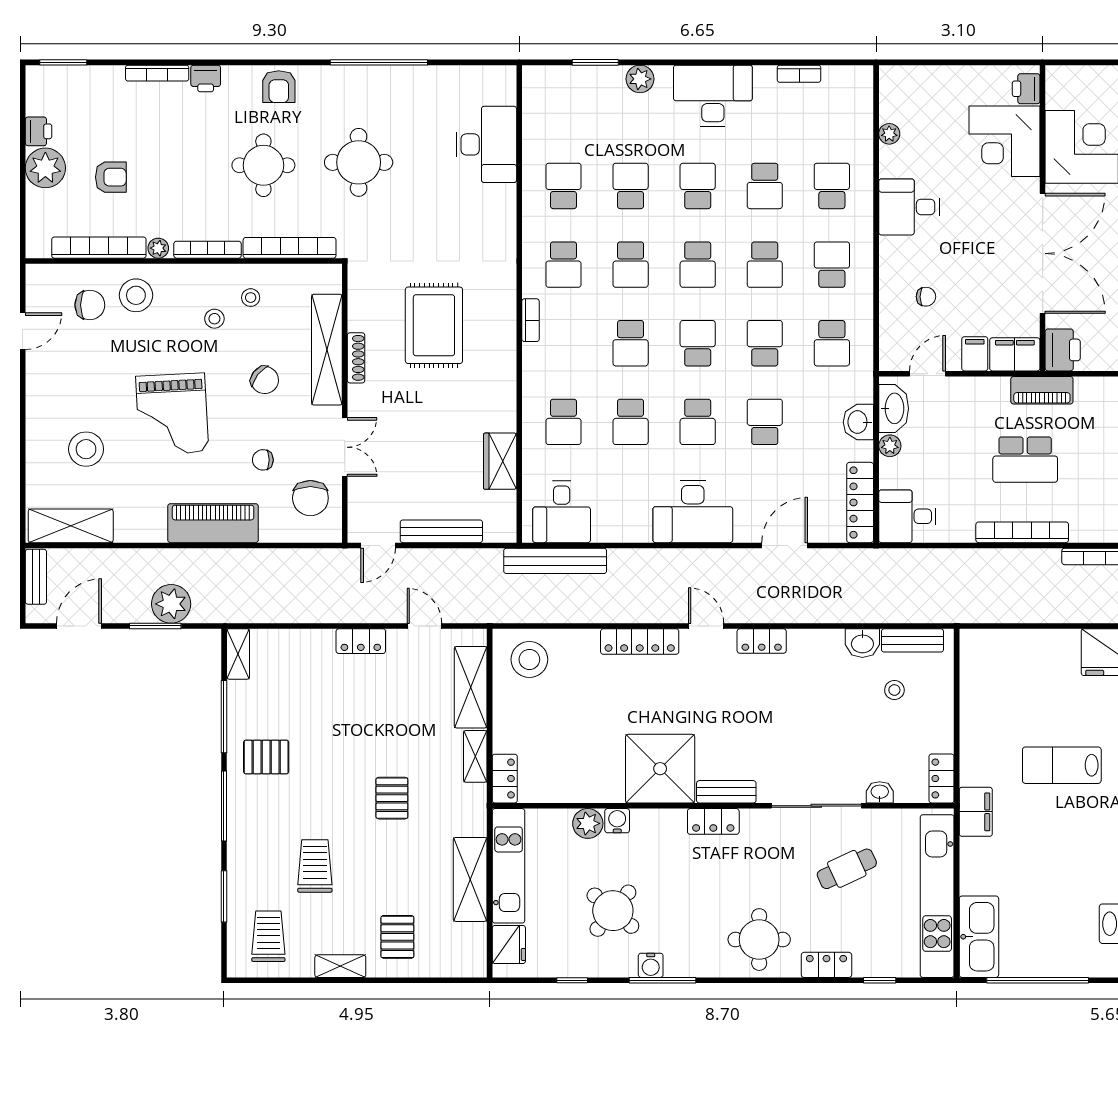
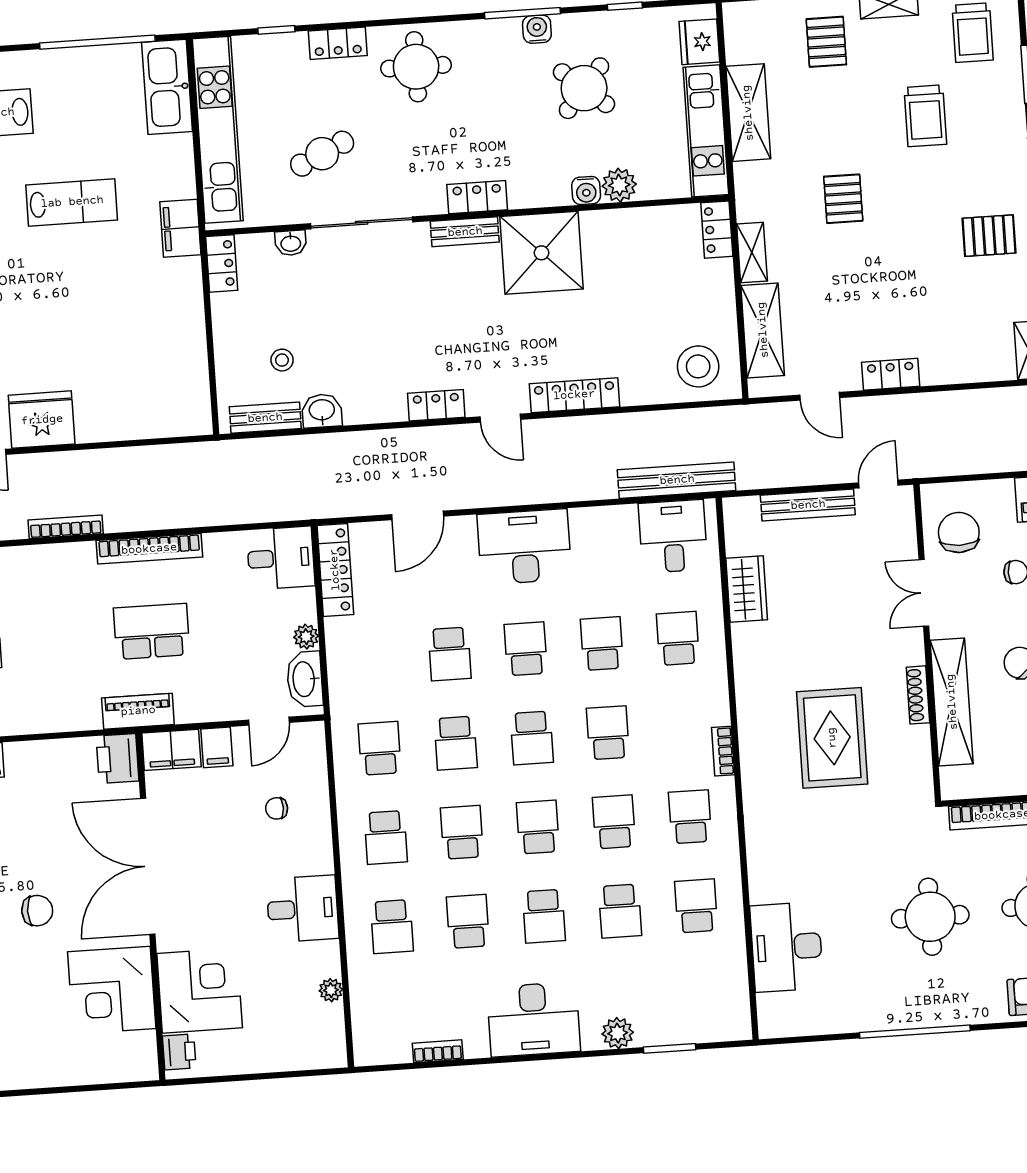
school desk: (563, 186) -> (696, 906), turned 180
washbasin: (858, 422) -> (344, 661), removed
lab bench: (1062, 765) -> (72, 202), moved

